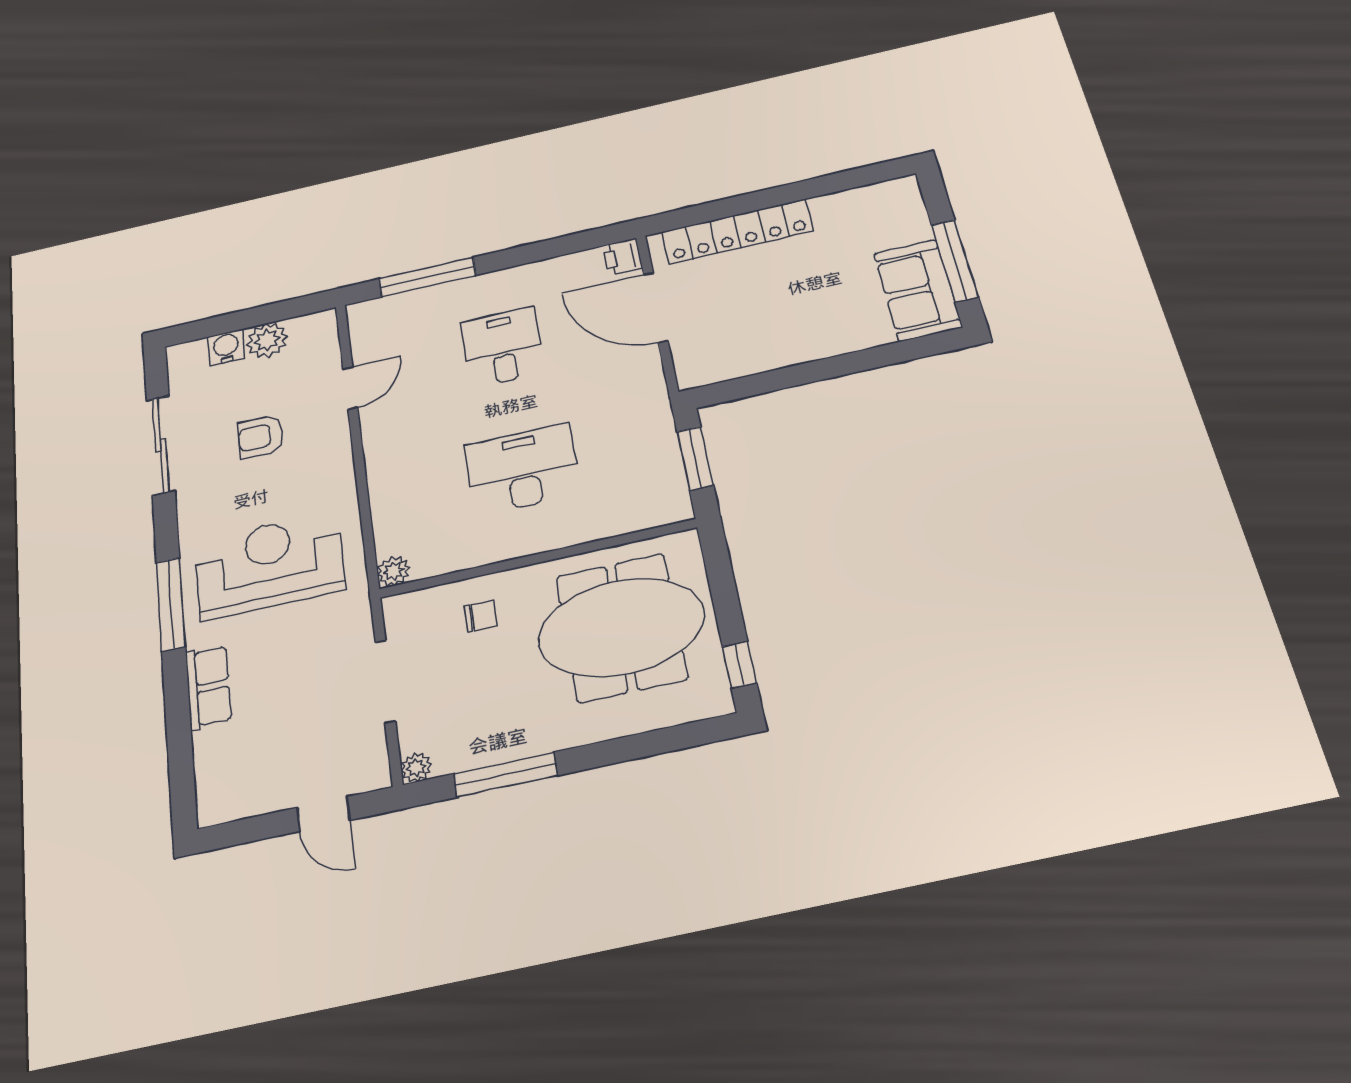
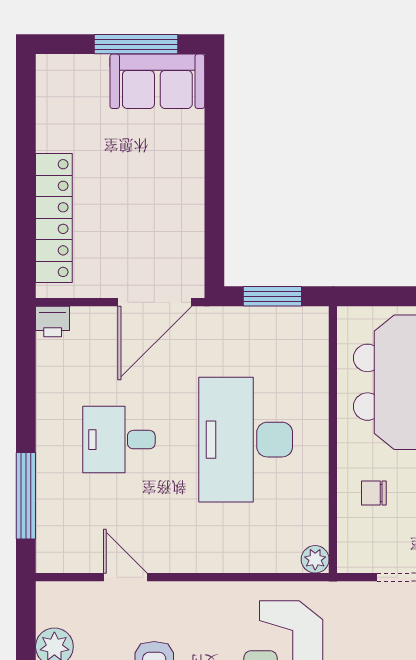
door: (656, 307) -> (155, 302), moved
desk: (523, 469) -> (246, 440), width x1.36, depth x1.30
chair: (481, 616) -> (374, 493), turned -90

